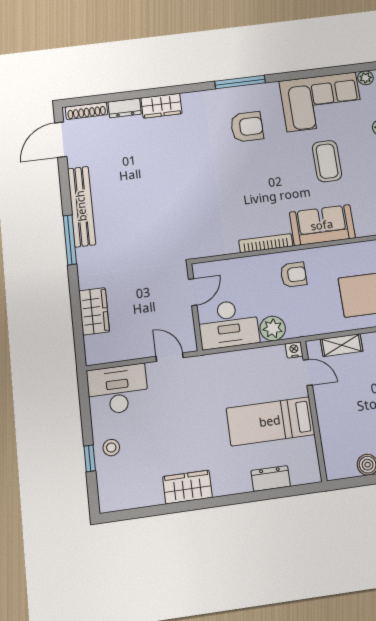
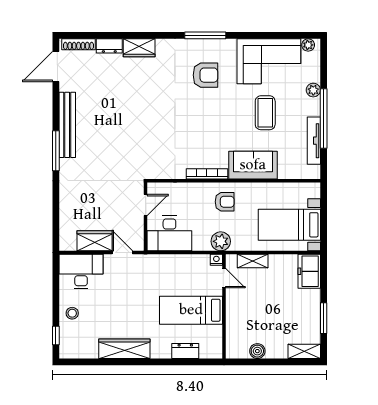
wardrobe: (94, 311) -> (95, 241), moved, turned -90
plant: (273, 328) -> (221, 241), moved
window: (90, 458) -> (56, 335), moved
wardrobe: (187, 487) -> (124, 349), width x1.50

